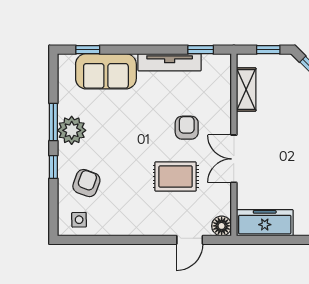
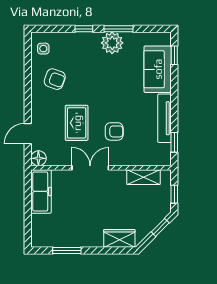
armchair: (86, 183) -> (55, 79), moved
door: (190, 240) -> (28, 134), hinge flipped

